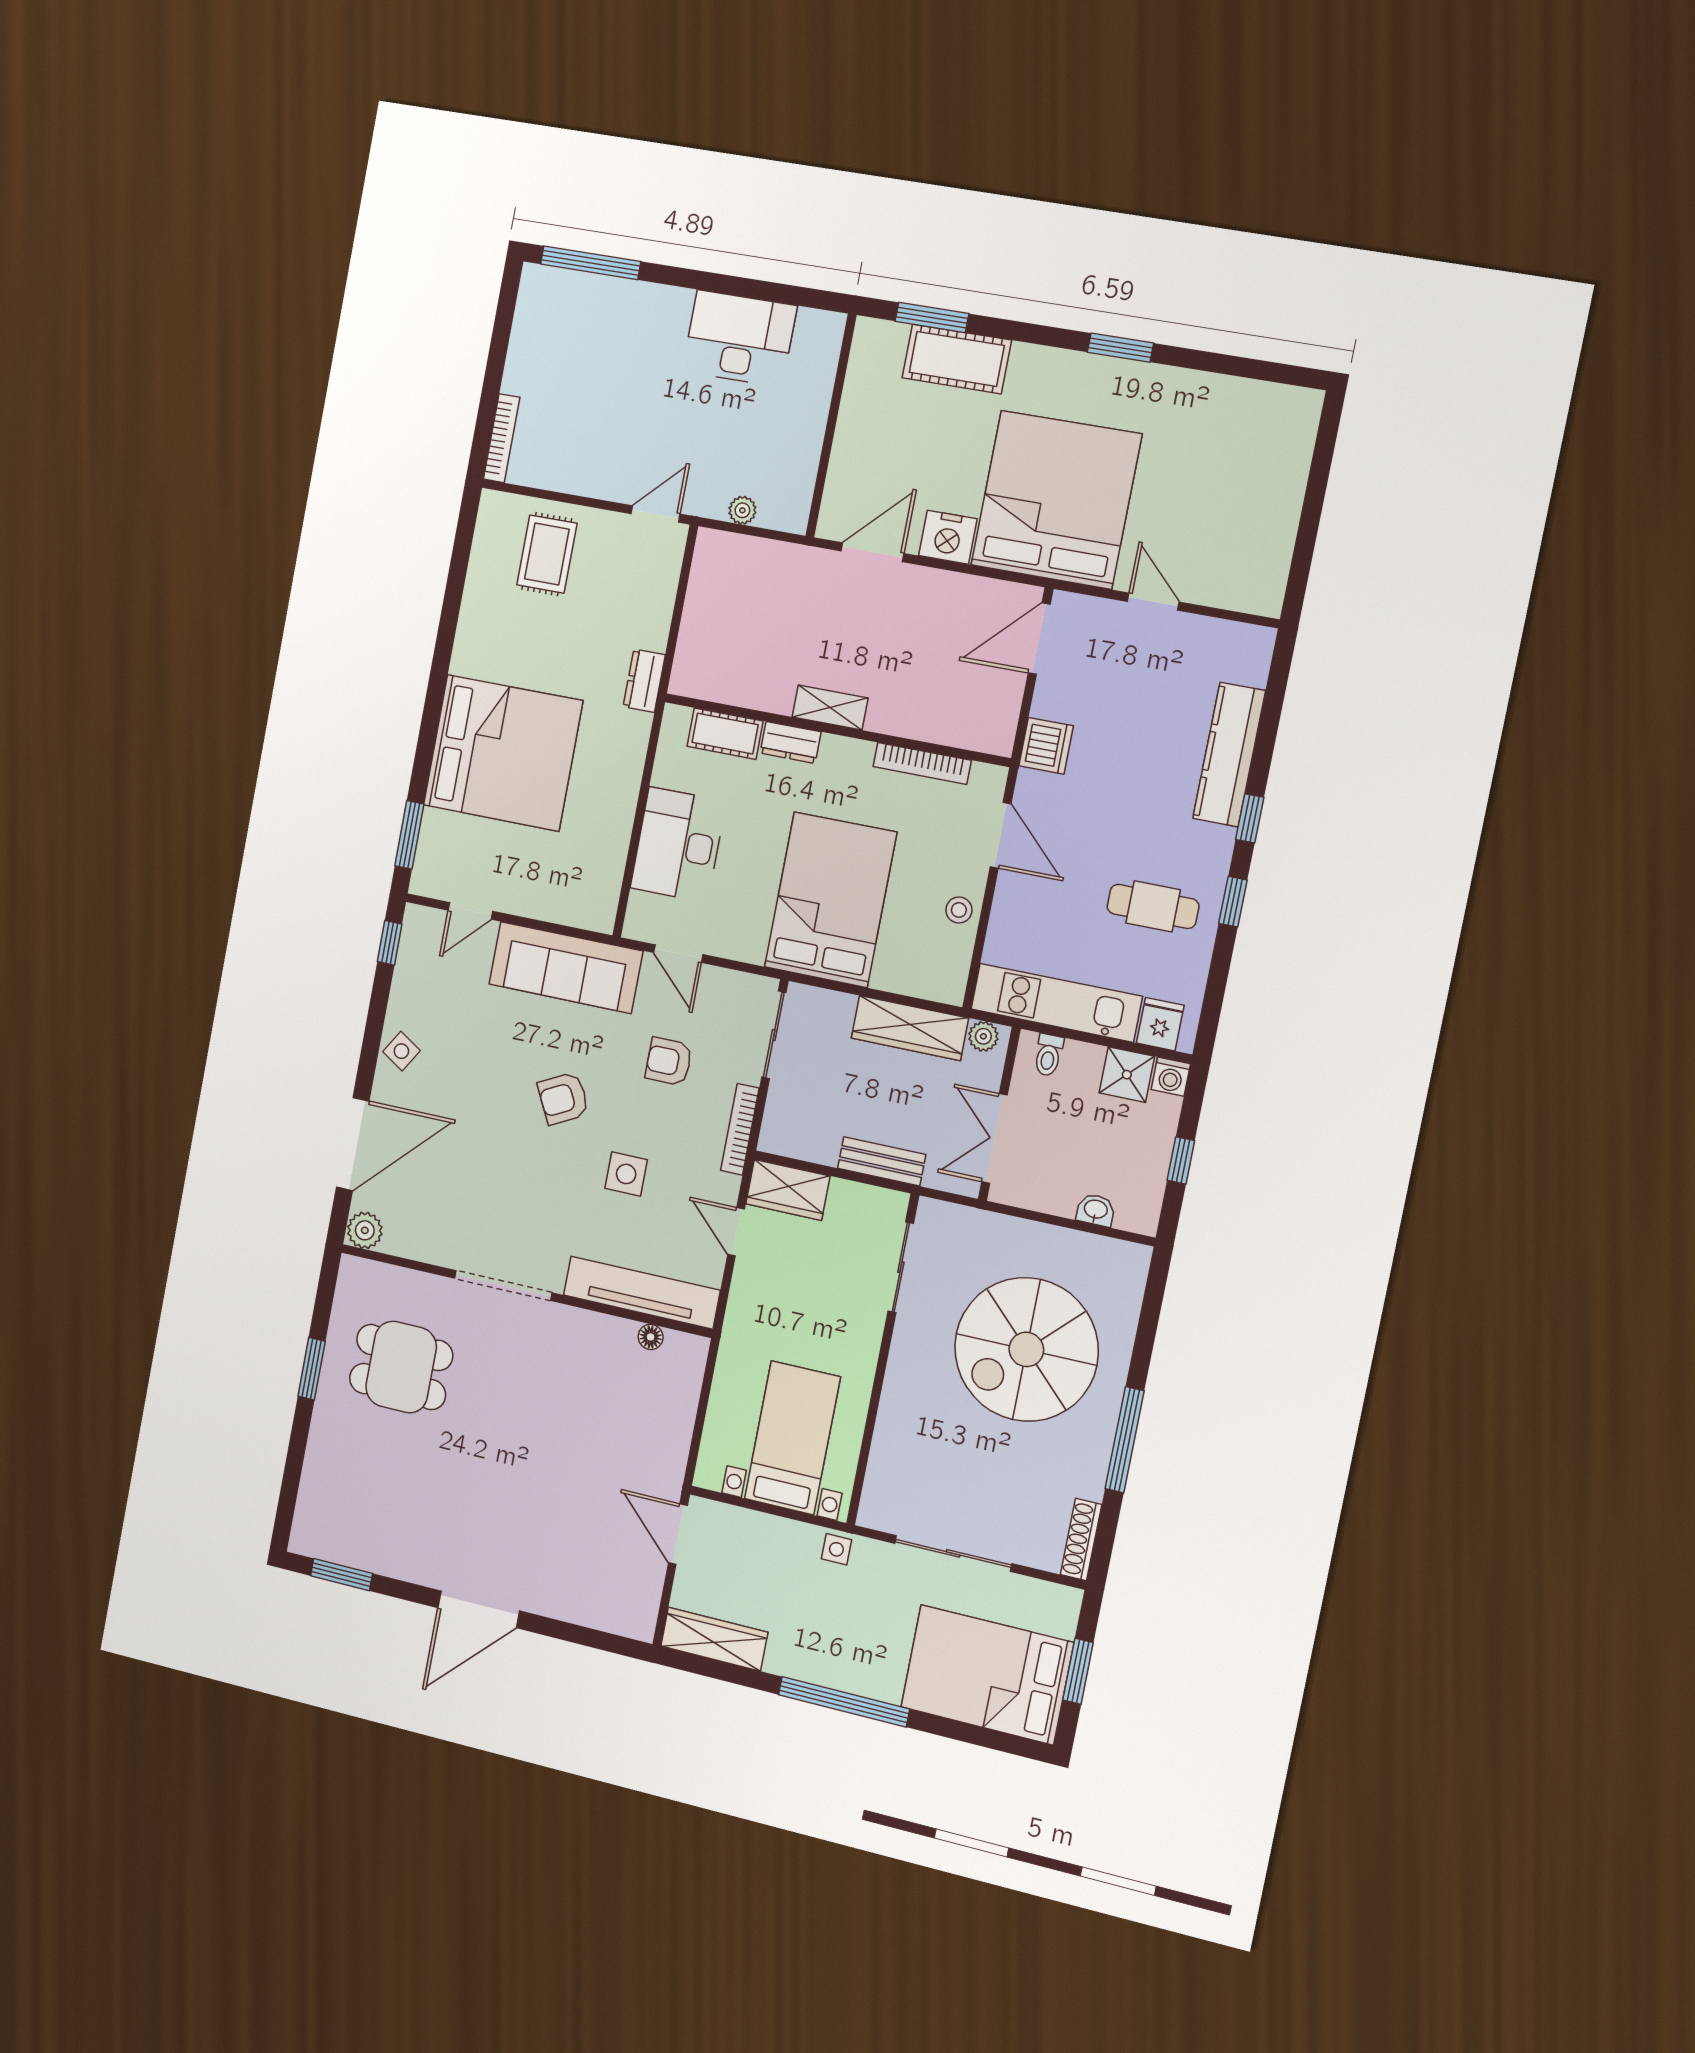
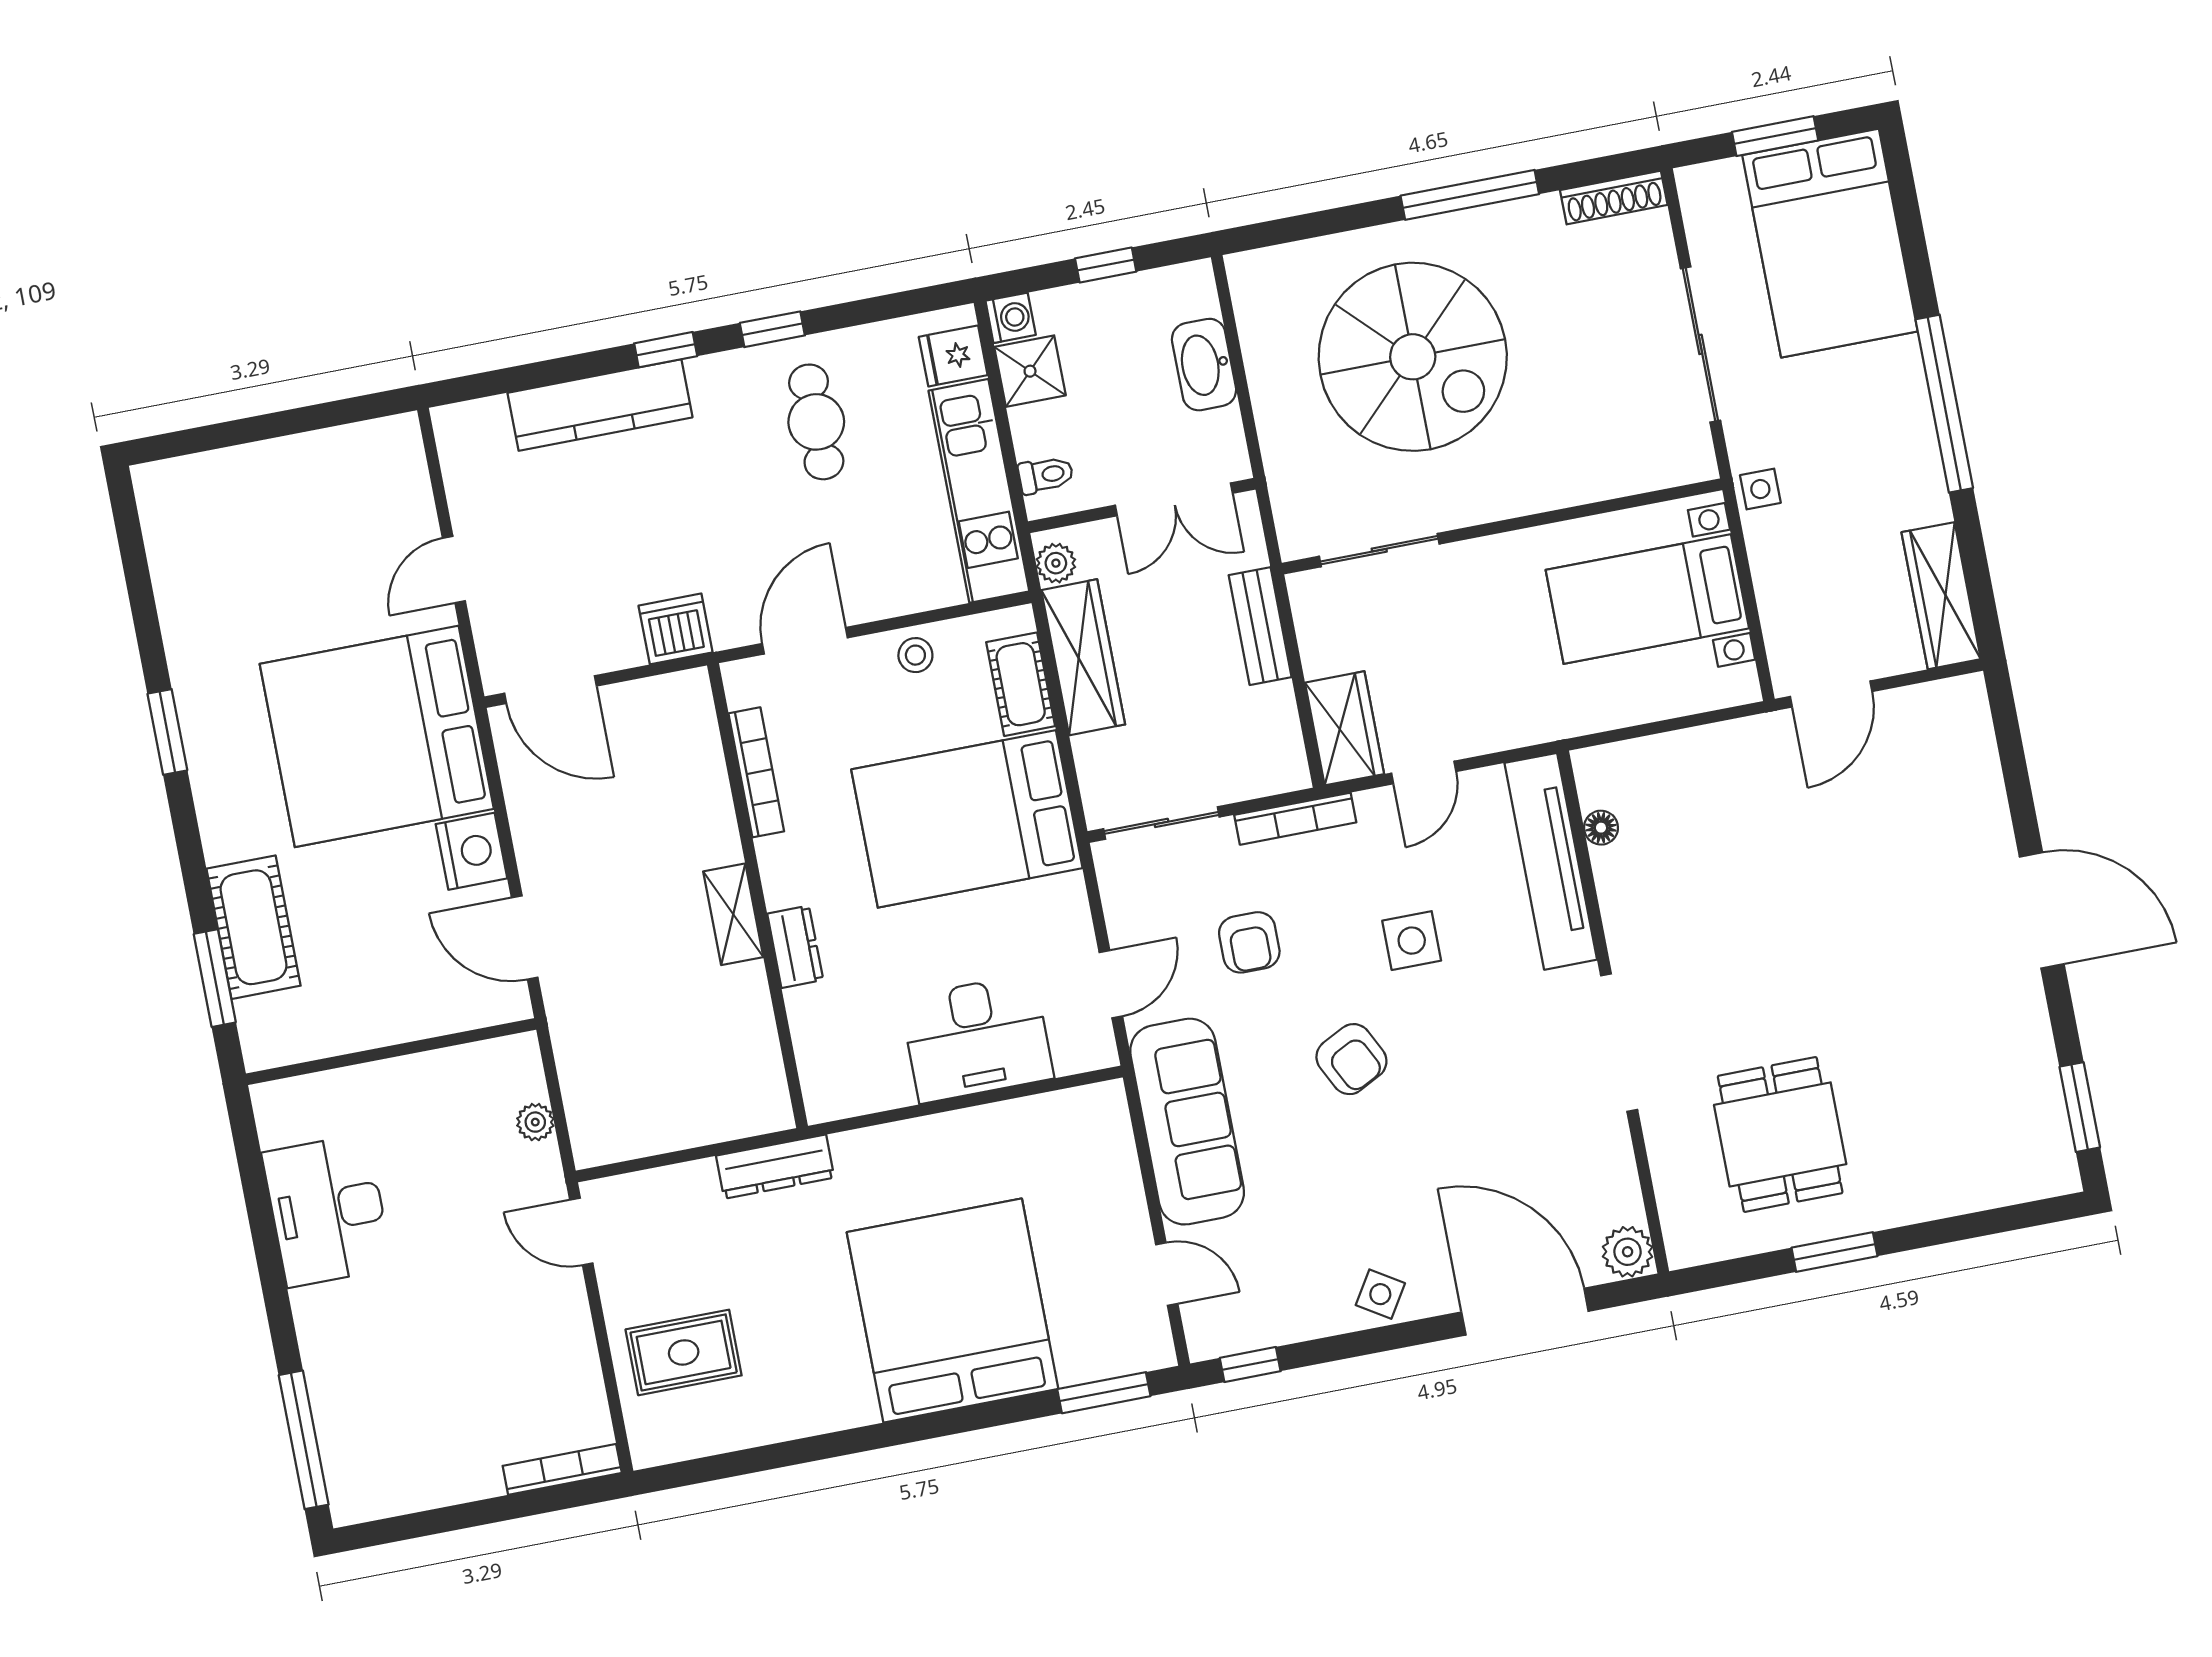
dresser: (644, 681) -> (775, 1167), width x1.44
cot: (725, 734) -> (1021, 684), moved
washbasin: (1096, 1210) -> (1204, 365), width x1.91, depth x1.45

